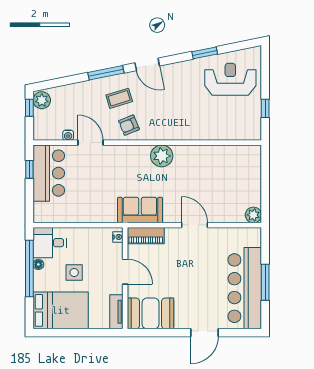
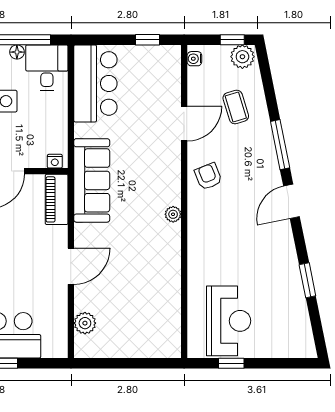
reception desk: (230, 79) -> (229, 321), moved
coffee table: (119, 98) -> (236, 107), moved
water cooler: (68, 135) -> (194, 59), moved
plant: (162, 156) -> (173, 214), width x0.53, depth x0.53
bar counter: (49, 173) -> (95, 83), moved, turned -90
sofa: (140, 210) -> (92, 180), width x1.36
plant: (253, 215) -> (85, 323), moved

